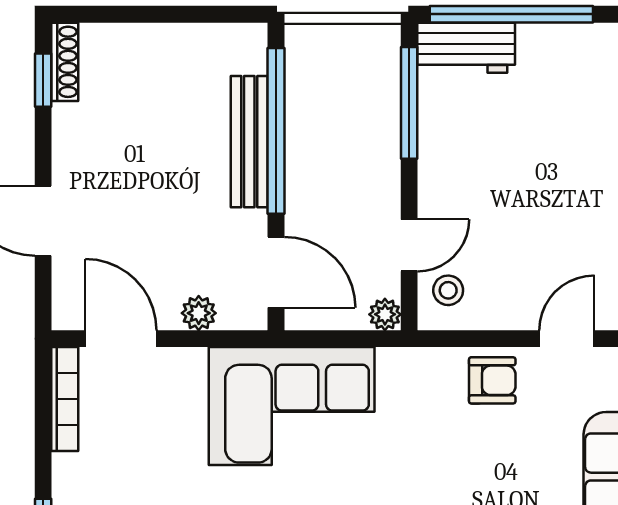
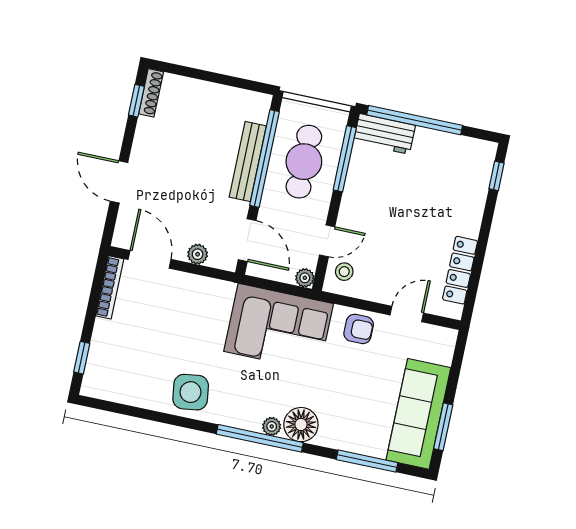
cafe table: (342, 122) -> (304, 162), added
corner sofa: (292, 406) -> (279, 327), moved

